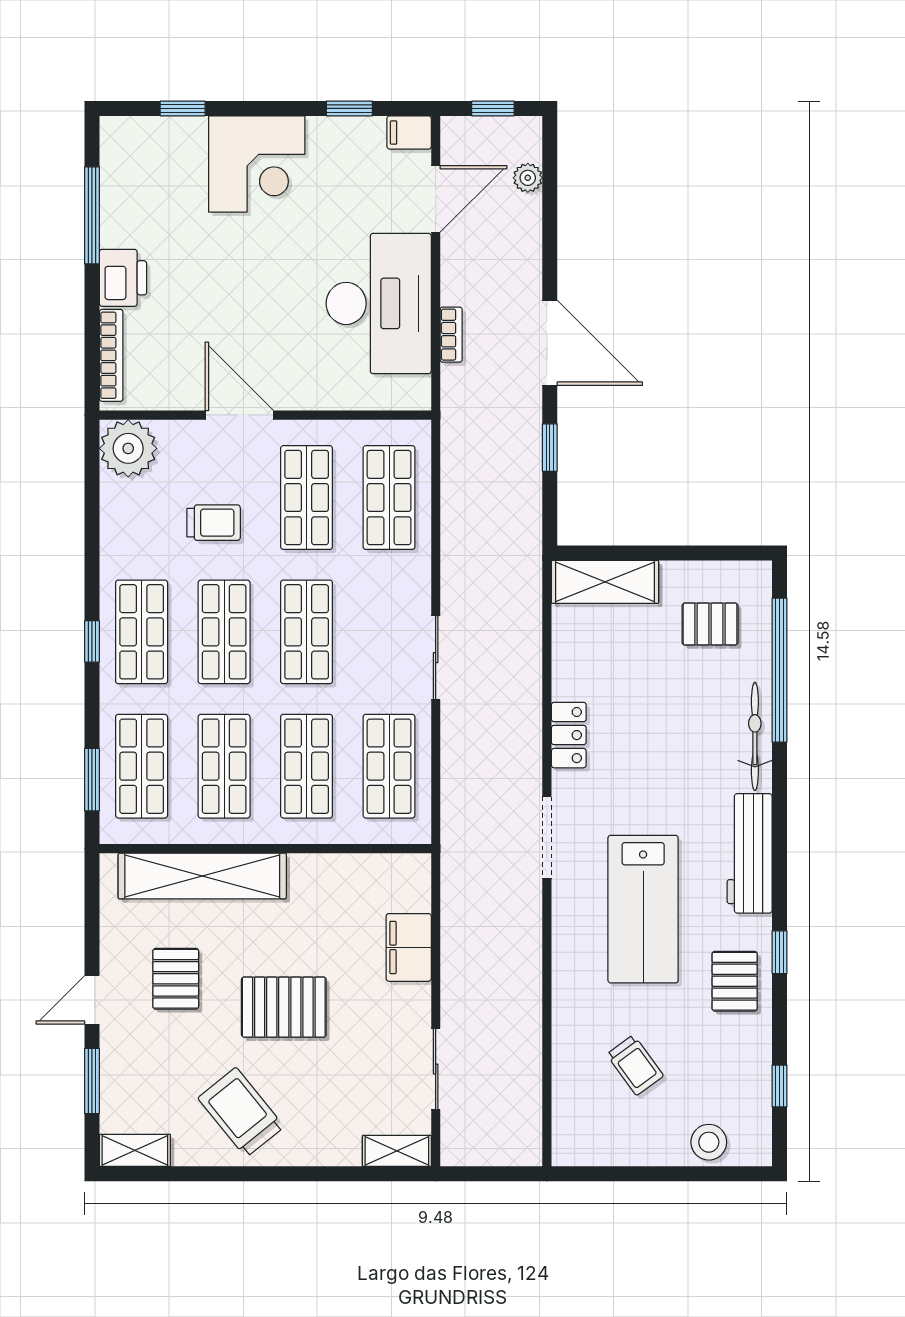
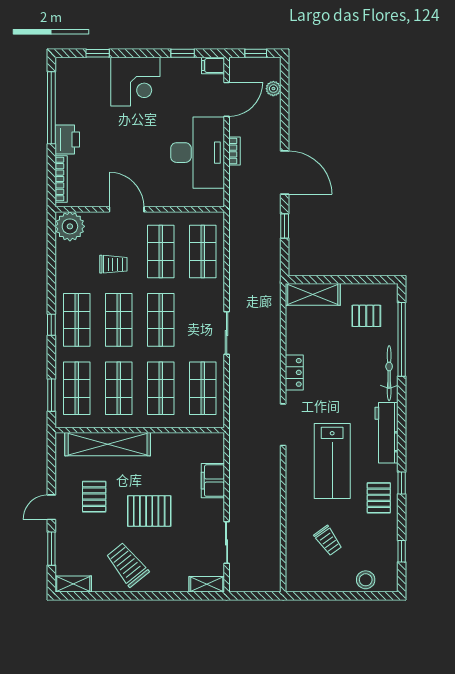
window: (92, 215) -> (51, 108), width x1.46
bookcase: (451, 335) -> (234, 151), moved

